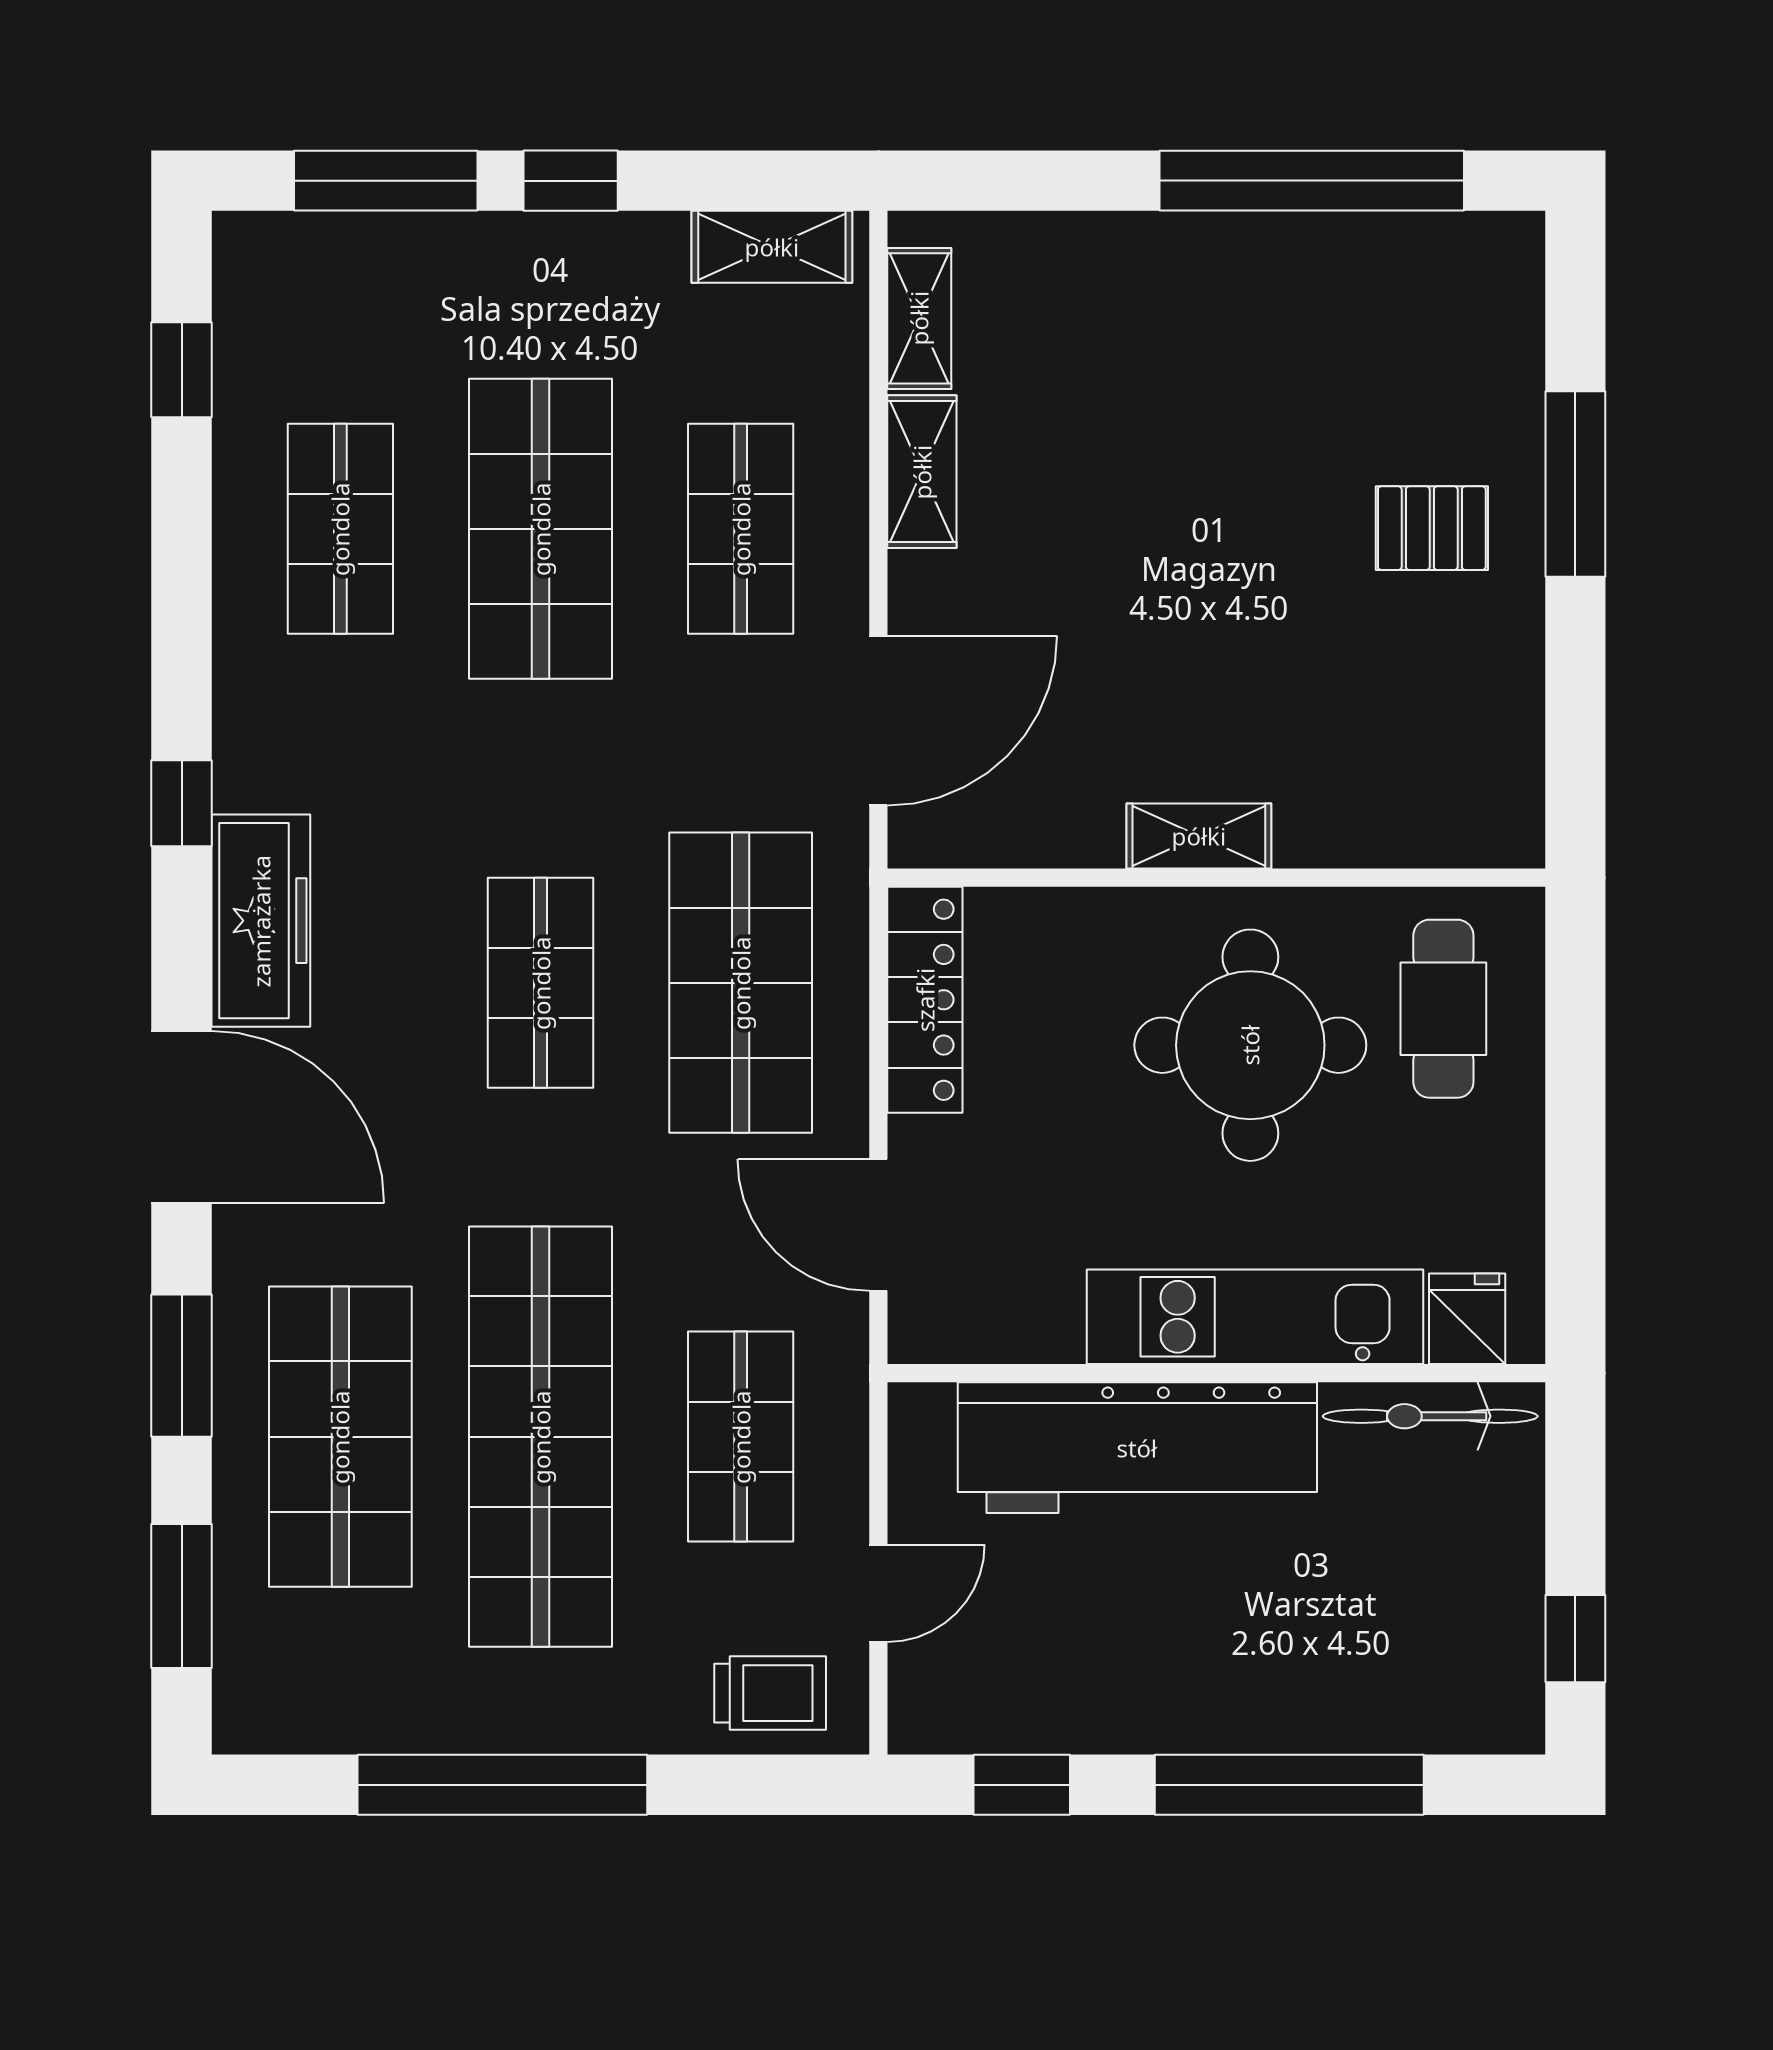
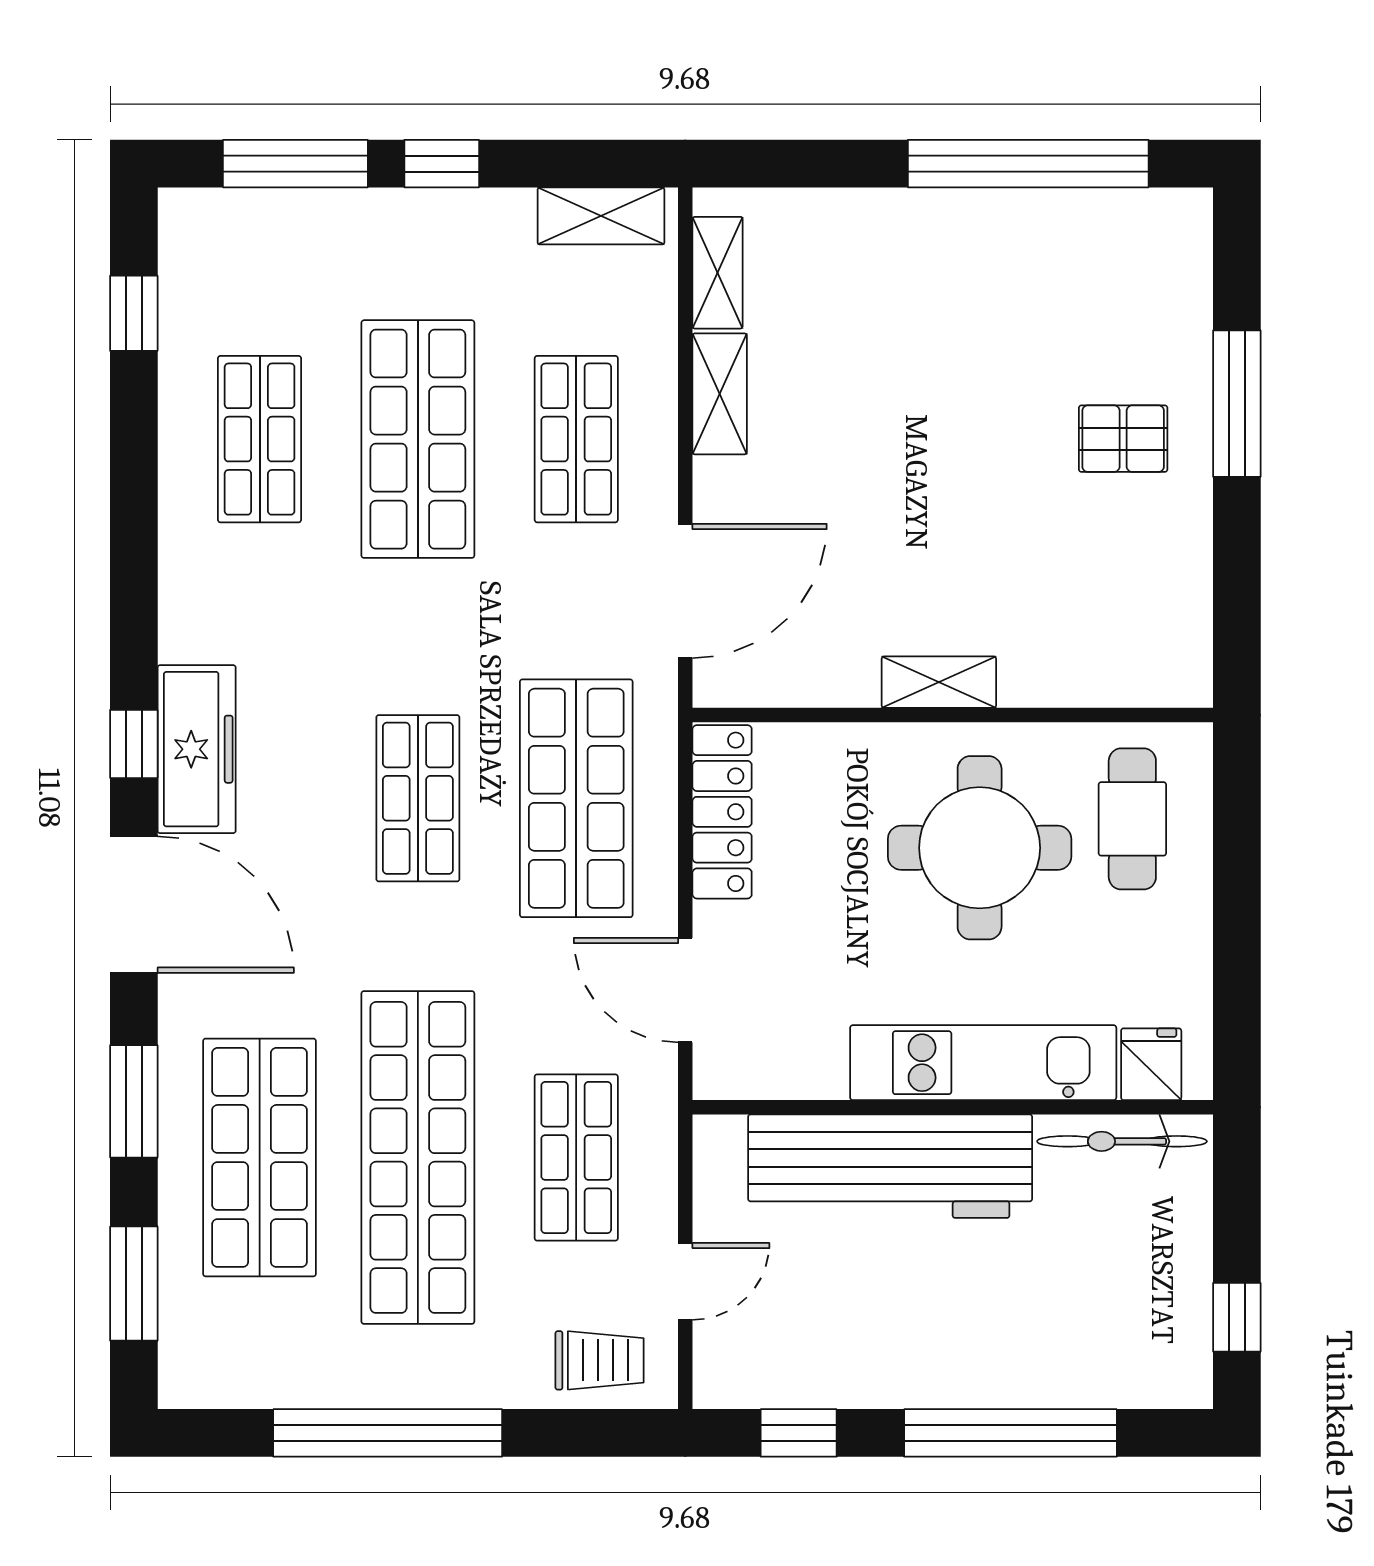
window: (182, 803) -> (134, 744), moved

